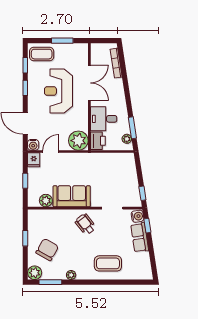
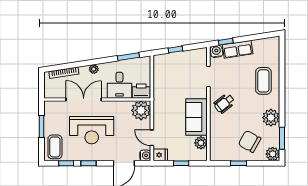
plant: (127, 139) -> (94, 69), moved
window: (142, 193) -> (175, 49), moved
plant: (71, 275) -> (271, 118), width x1.88, depth x1.88

